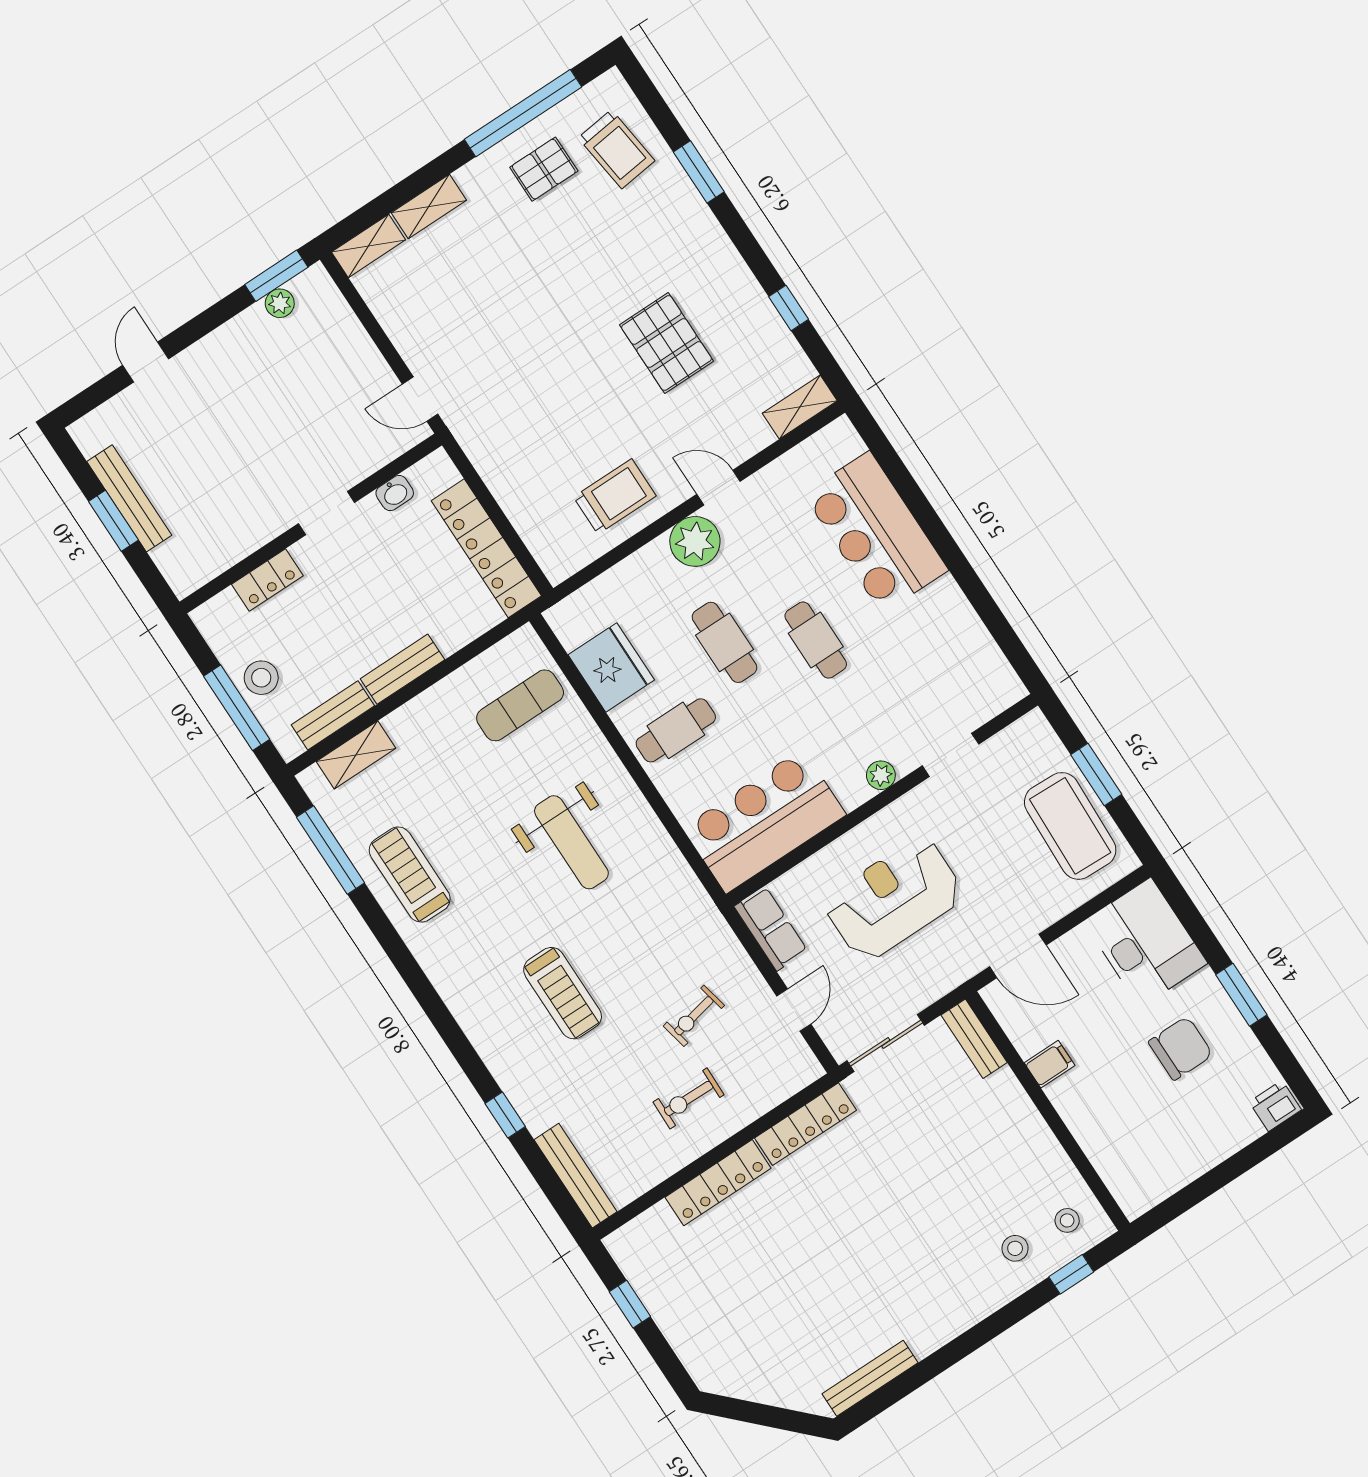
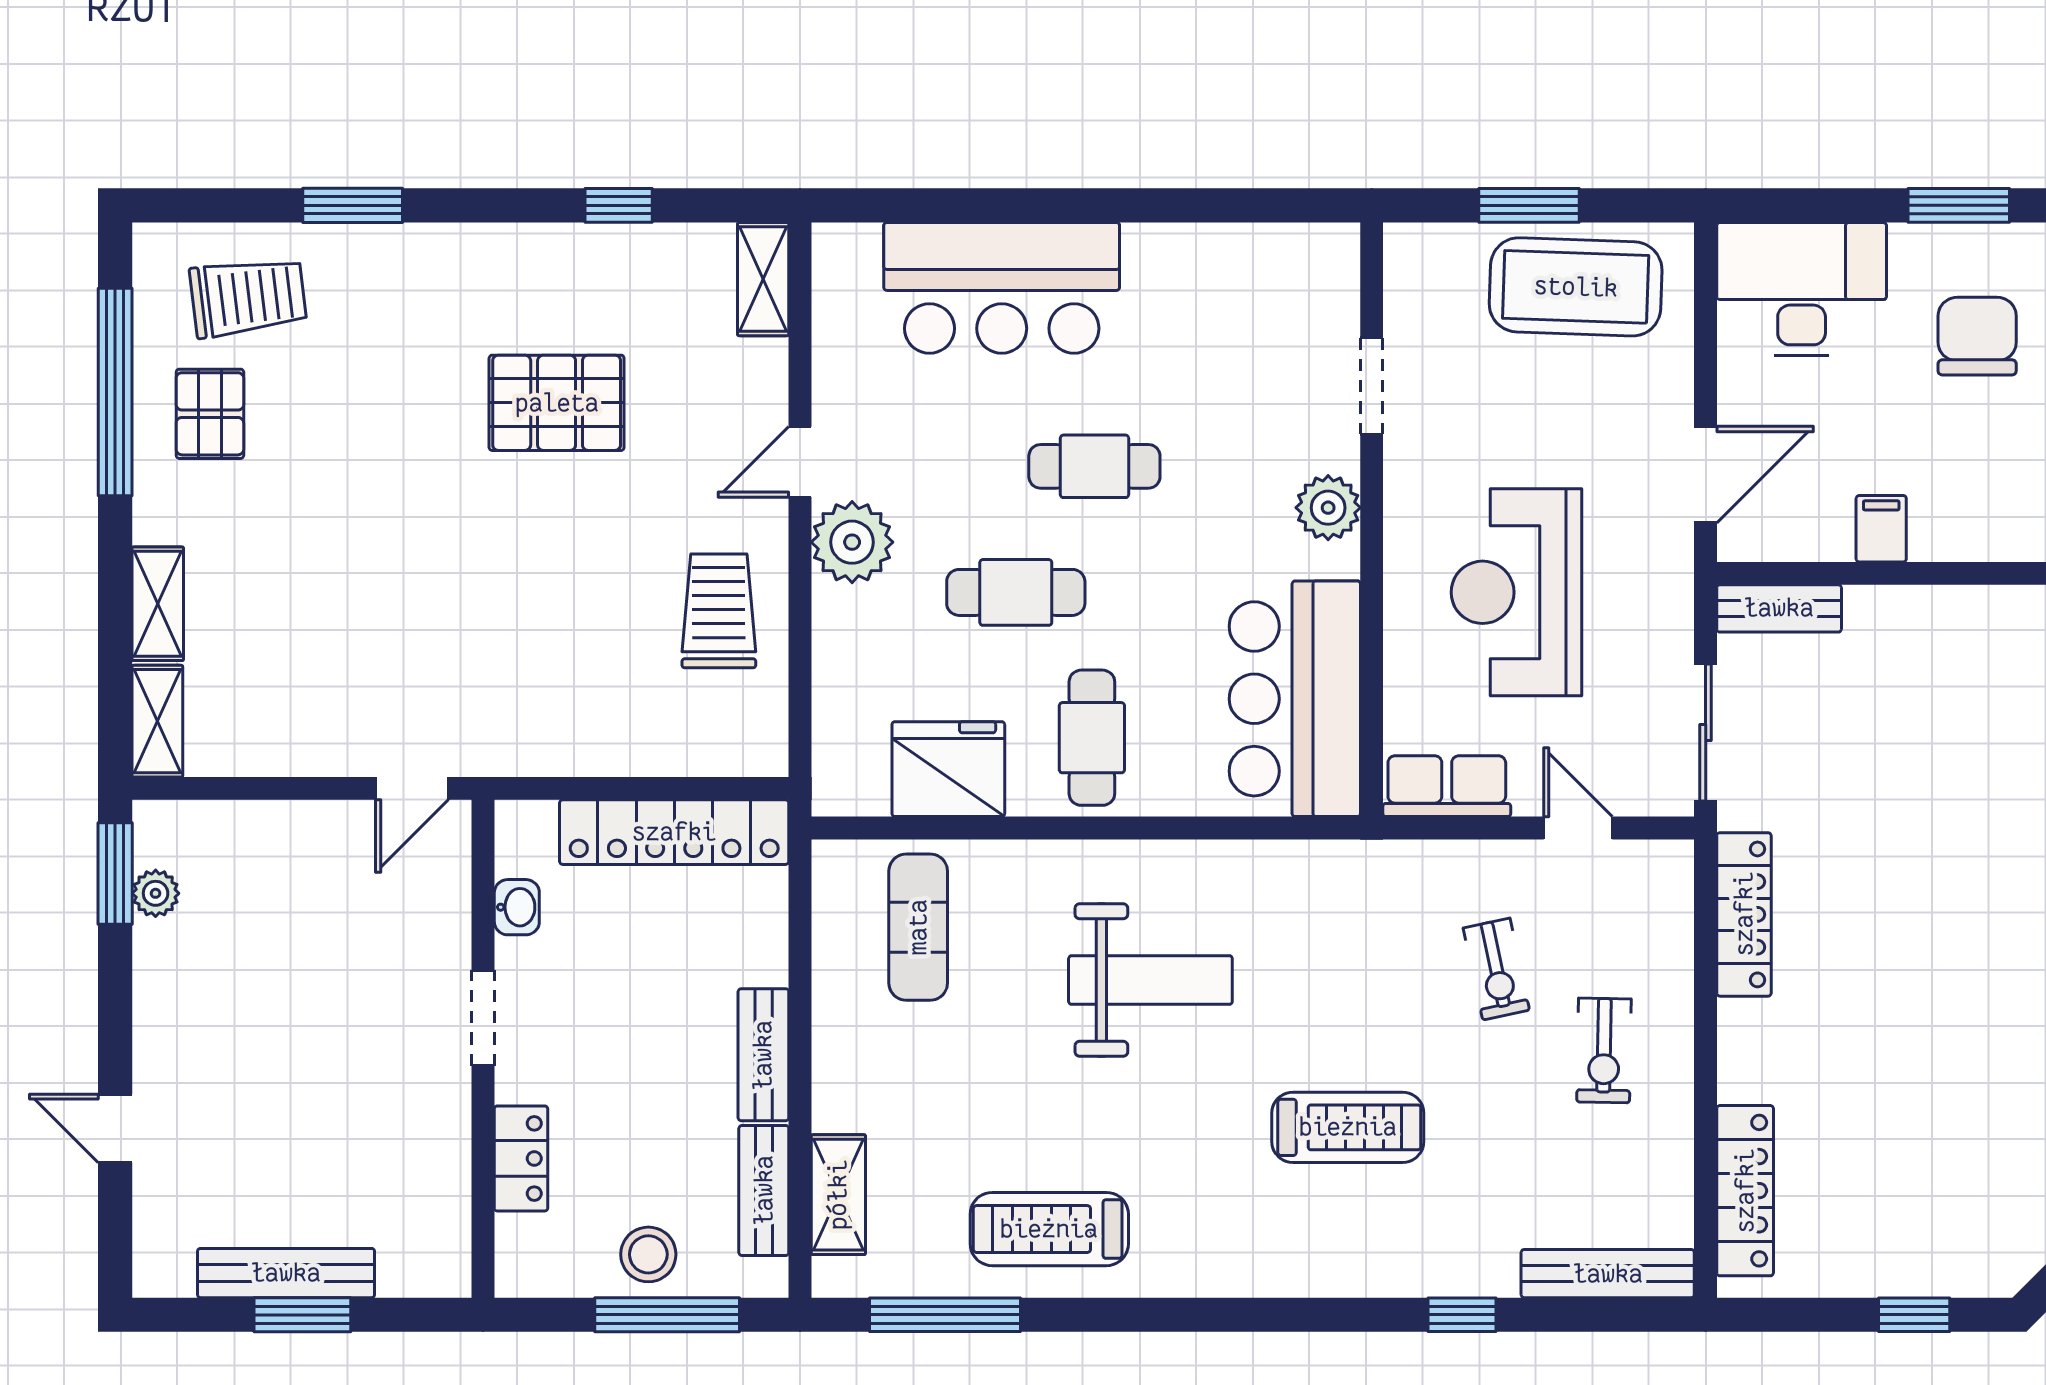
plant: (881, 775) -> (1328, 508), width x1.38, depth x1.38
locker: (718, 1183) -> (1745, 1191), moved
window: (630, 1304) -> (1914, 1315), moved

